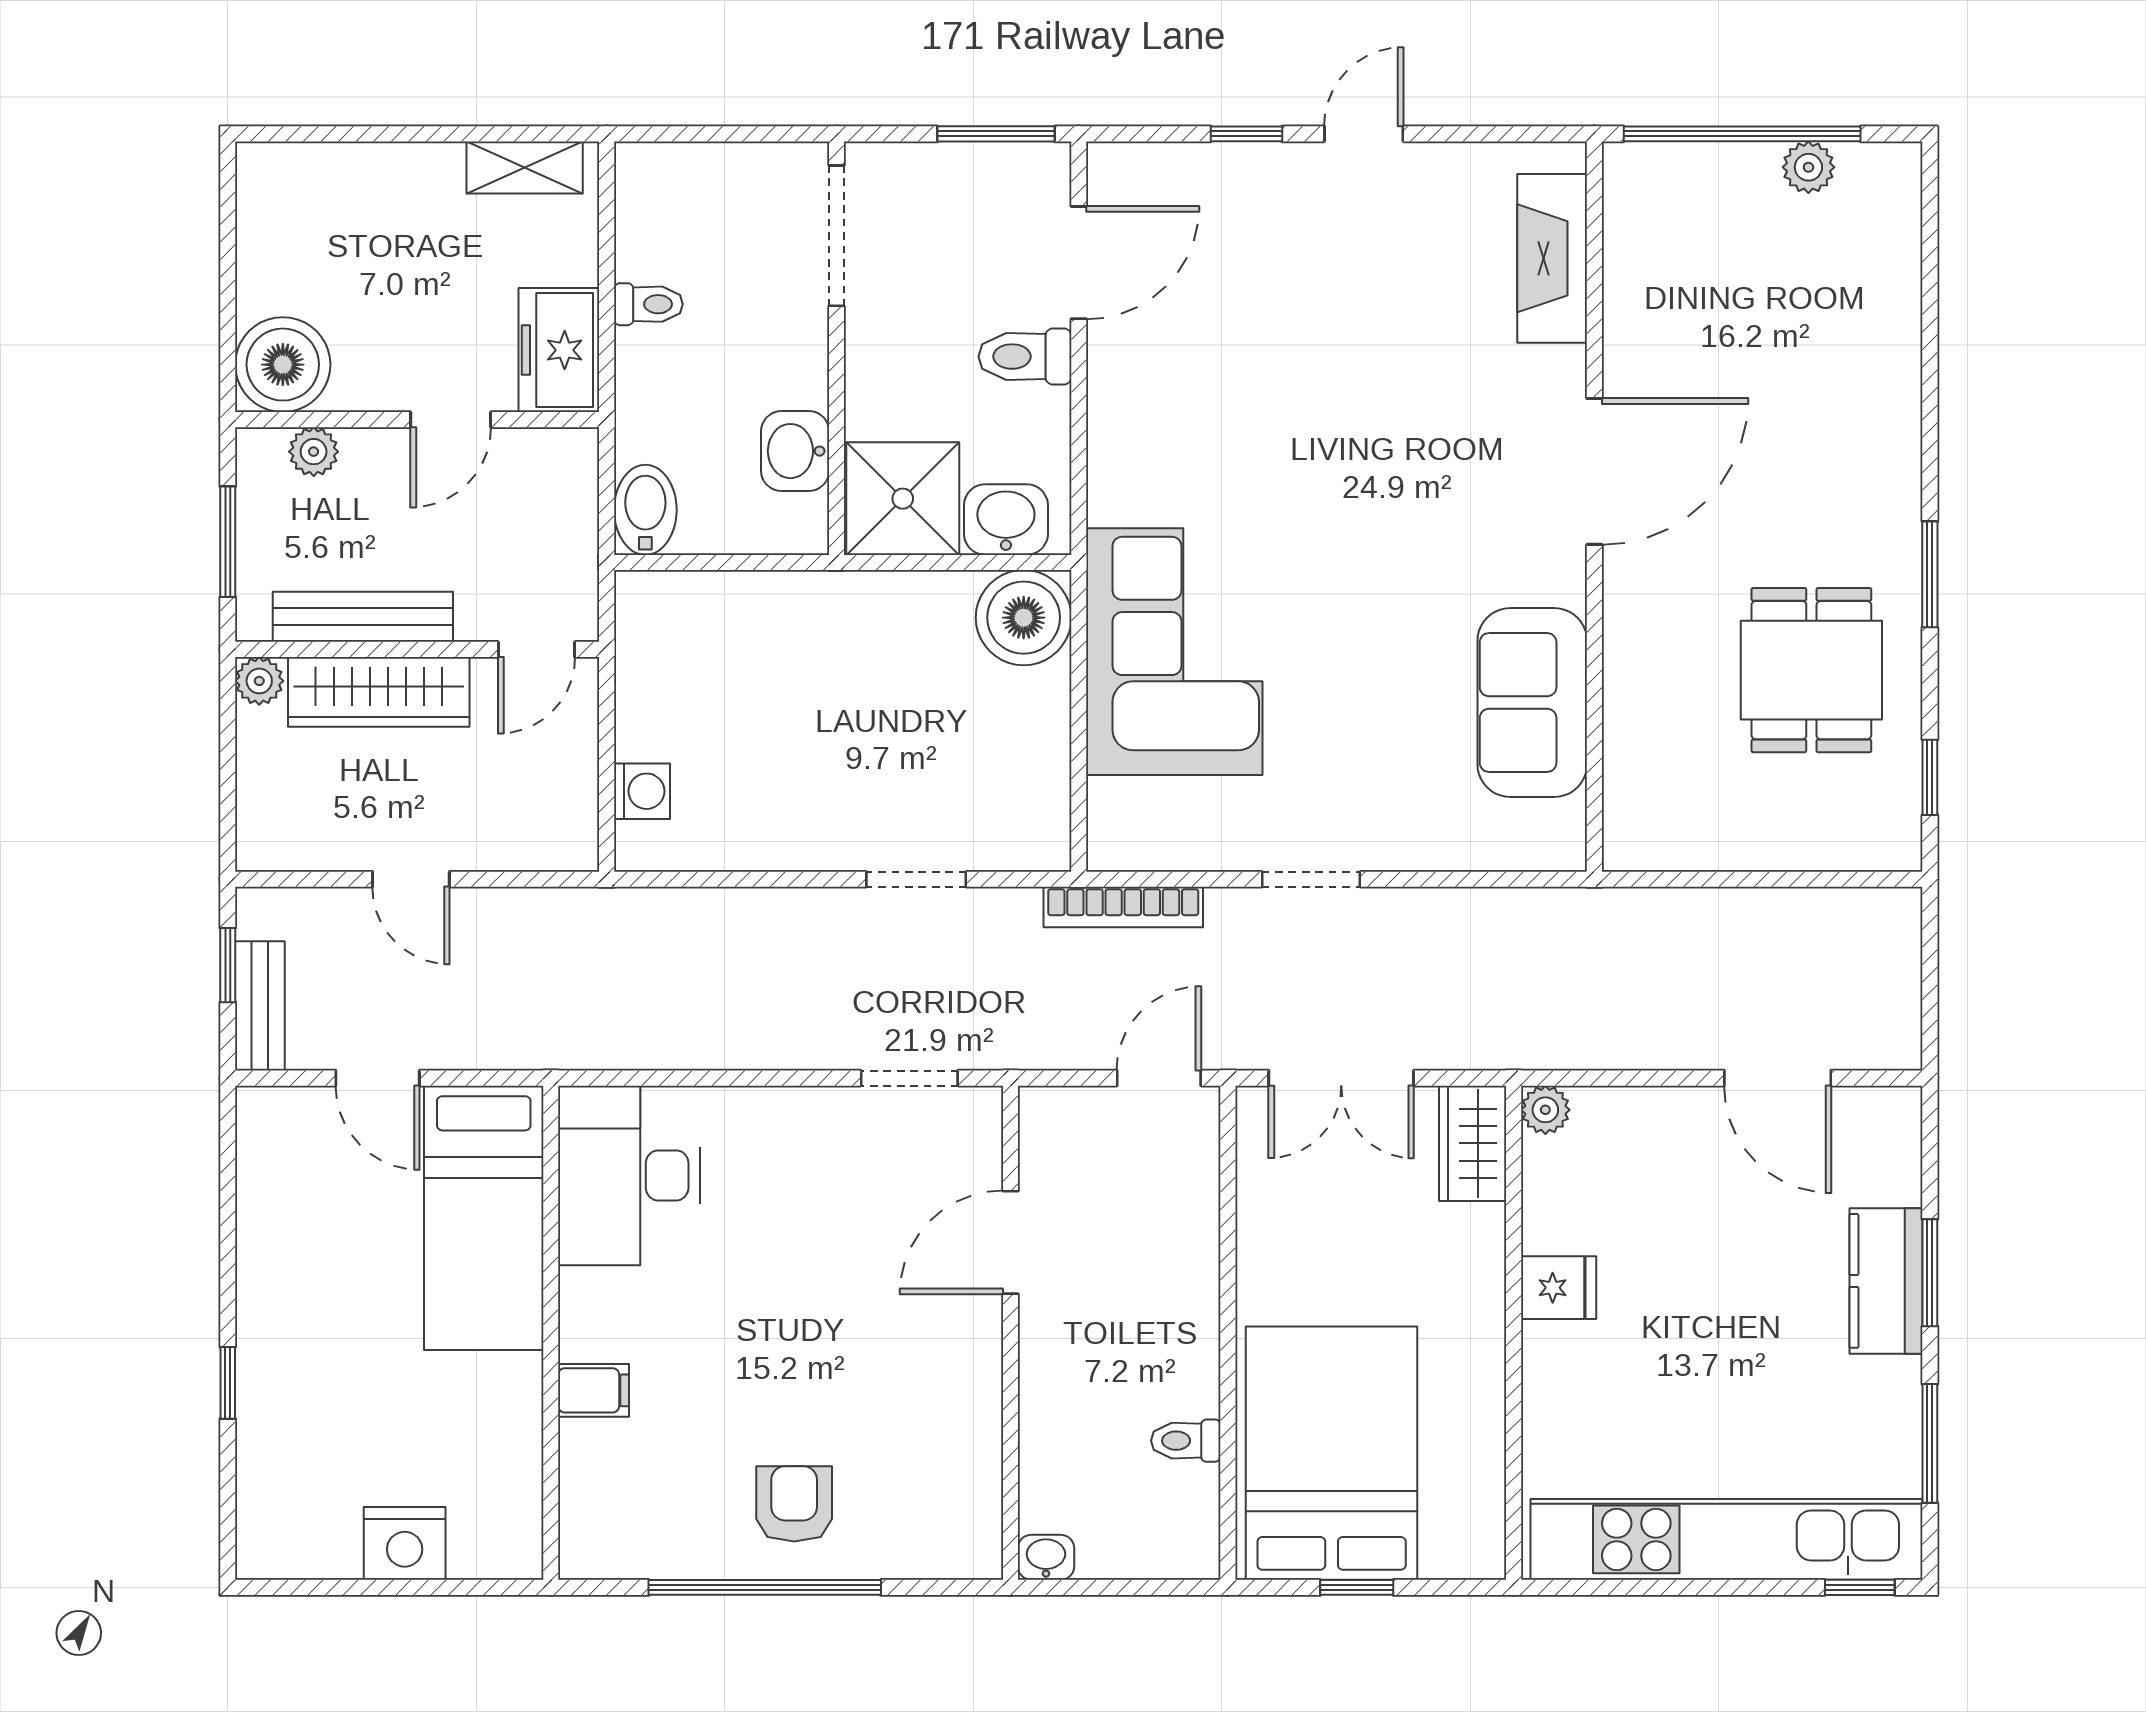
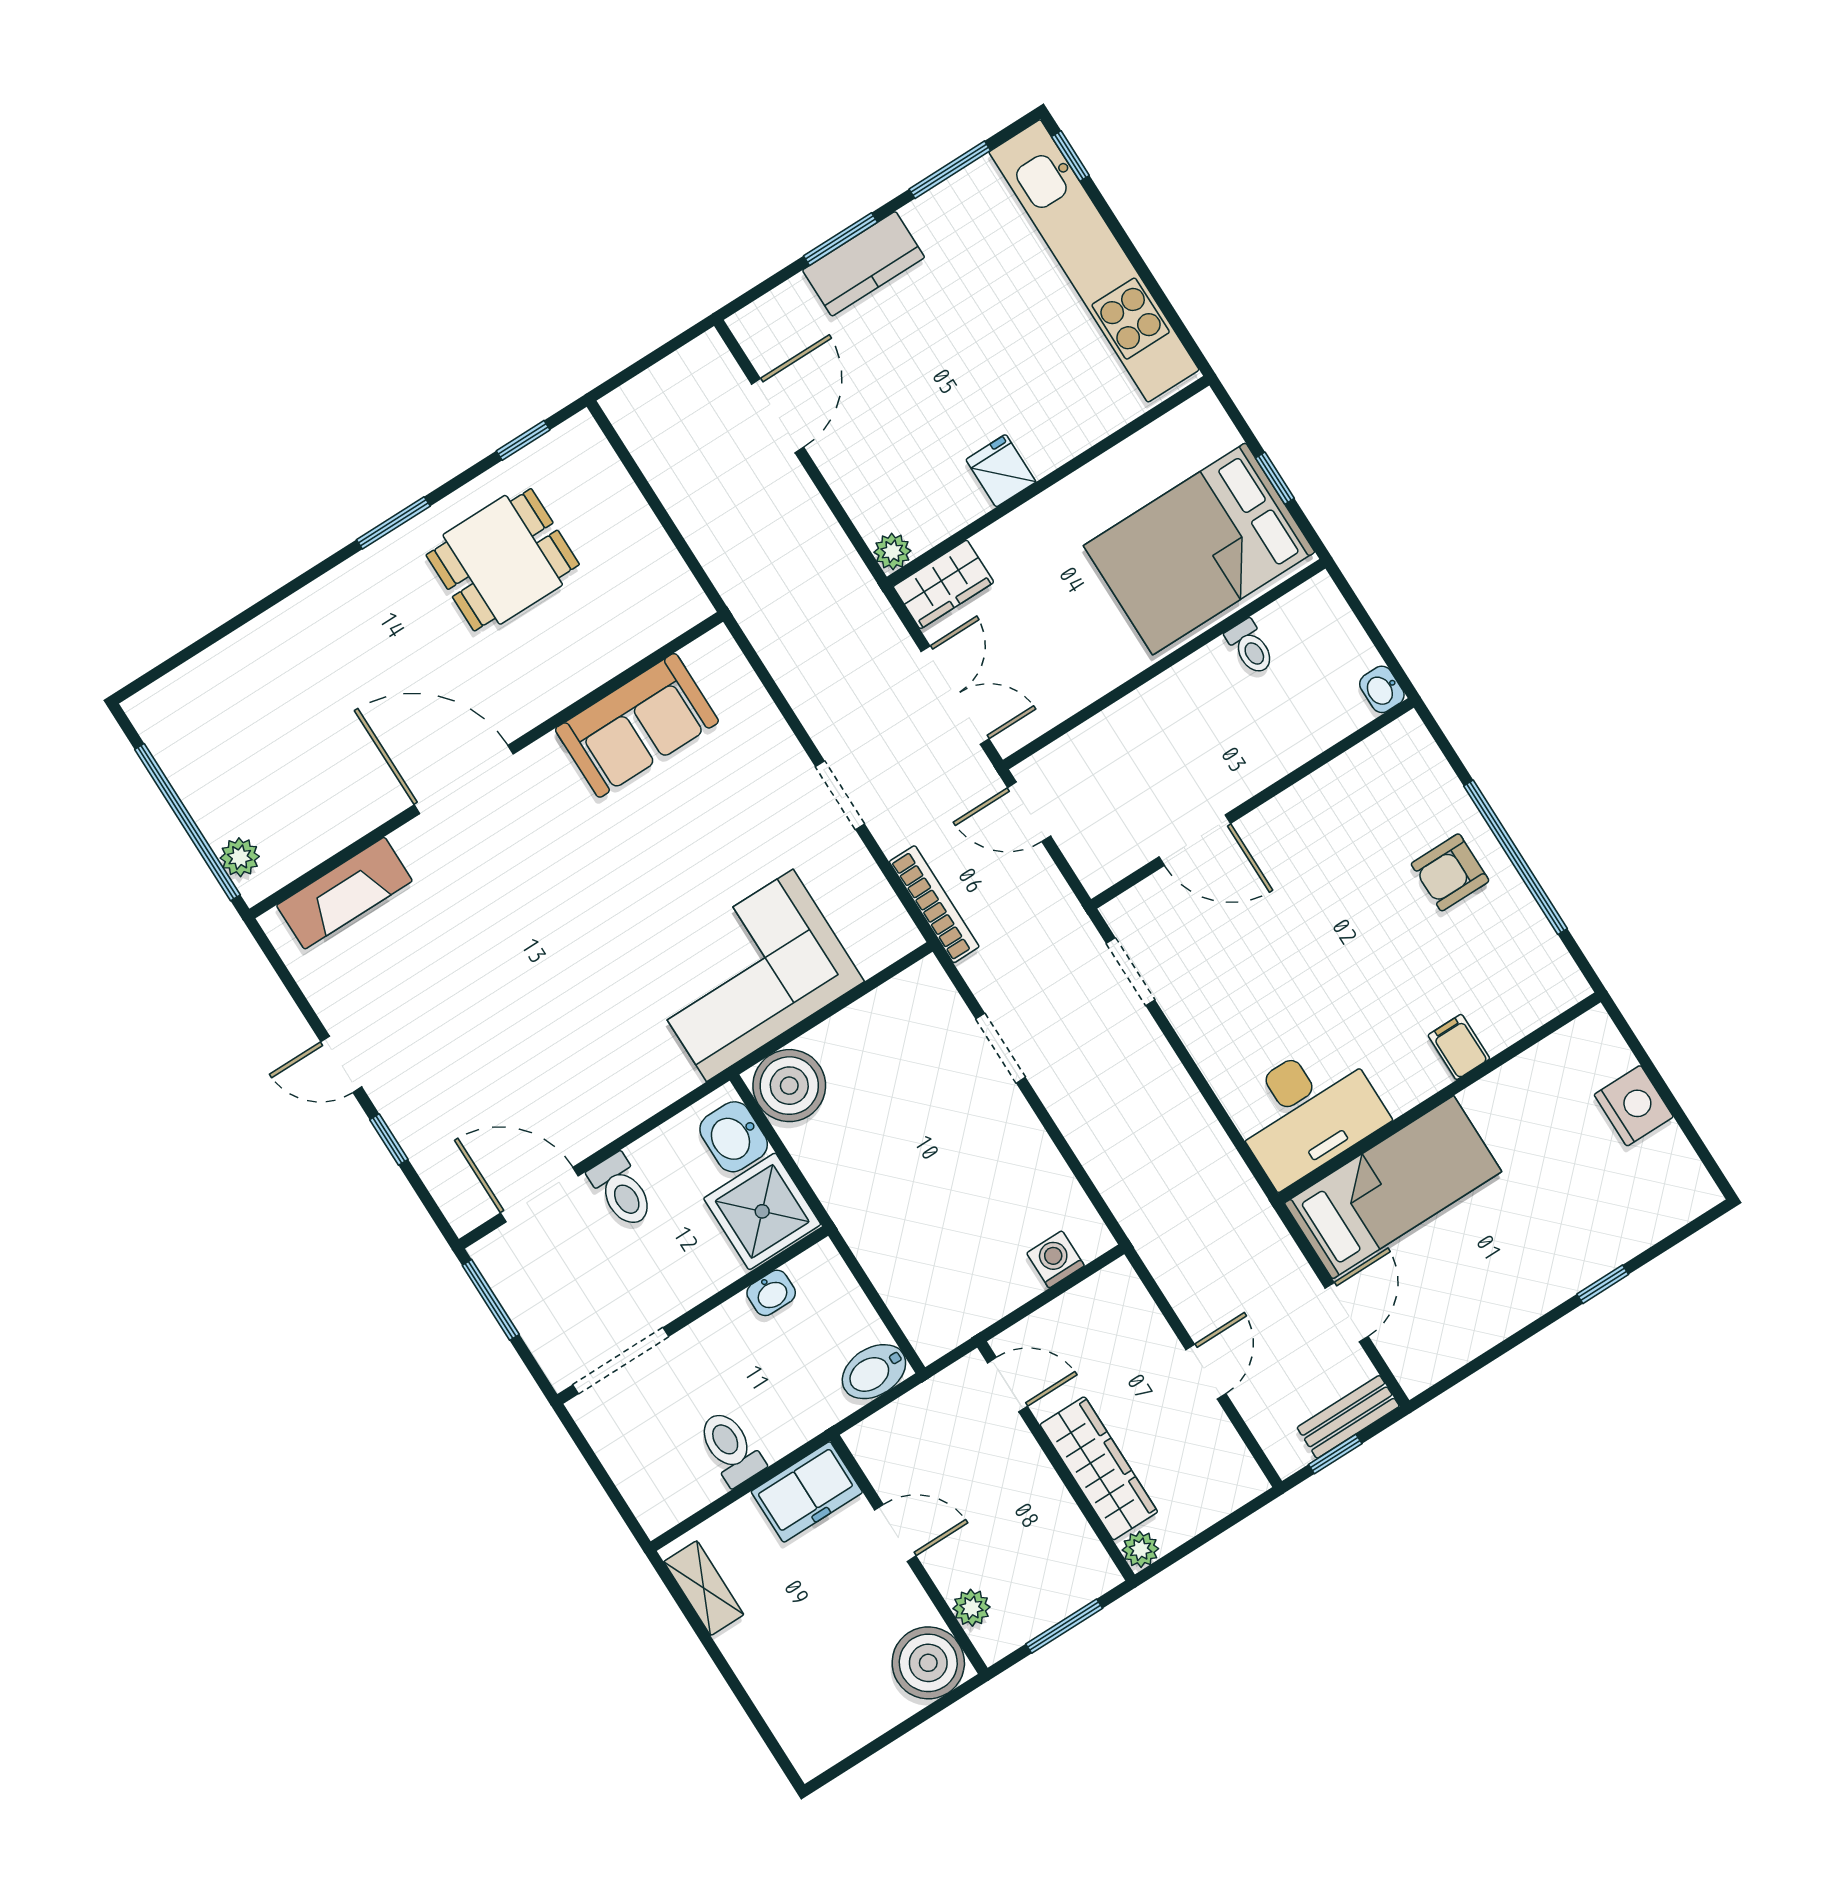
plant: (1808, 167) -> (240, 857), moved
toilet: (648, 304) -> (731, 1448), width x1.37, depth x1.39
washbasin: (795, 451) -> (771, 1293), width x0.72, depth x0.69
bench: (363, 617) -> (1057, 1509), removed

